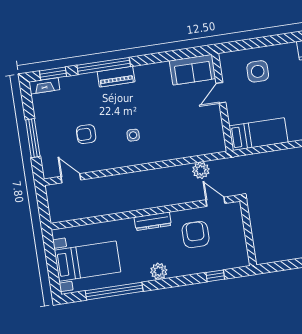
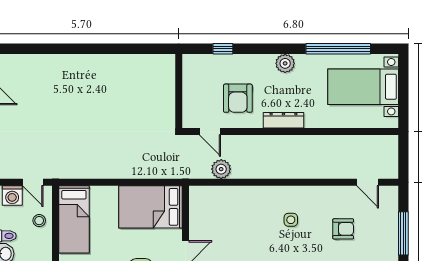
bed: (258, 134) -> (151, 207), width x1.50

